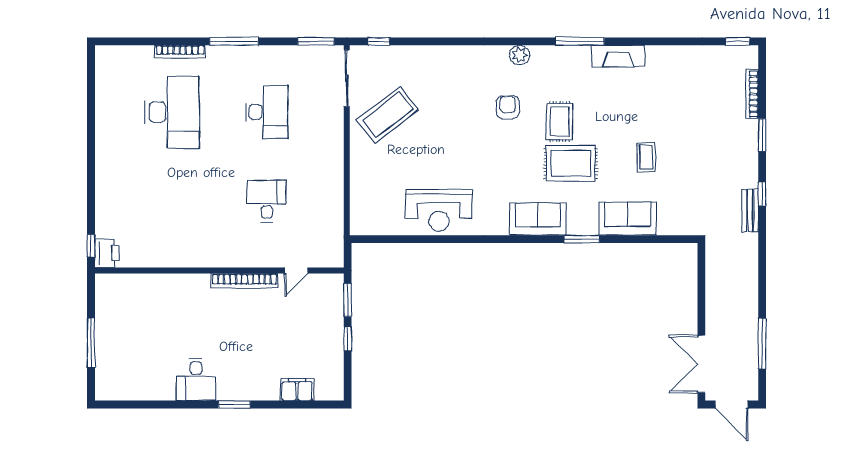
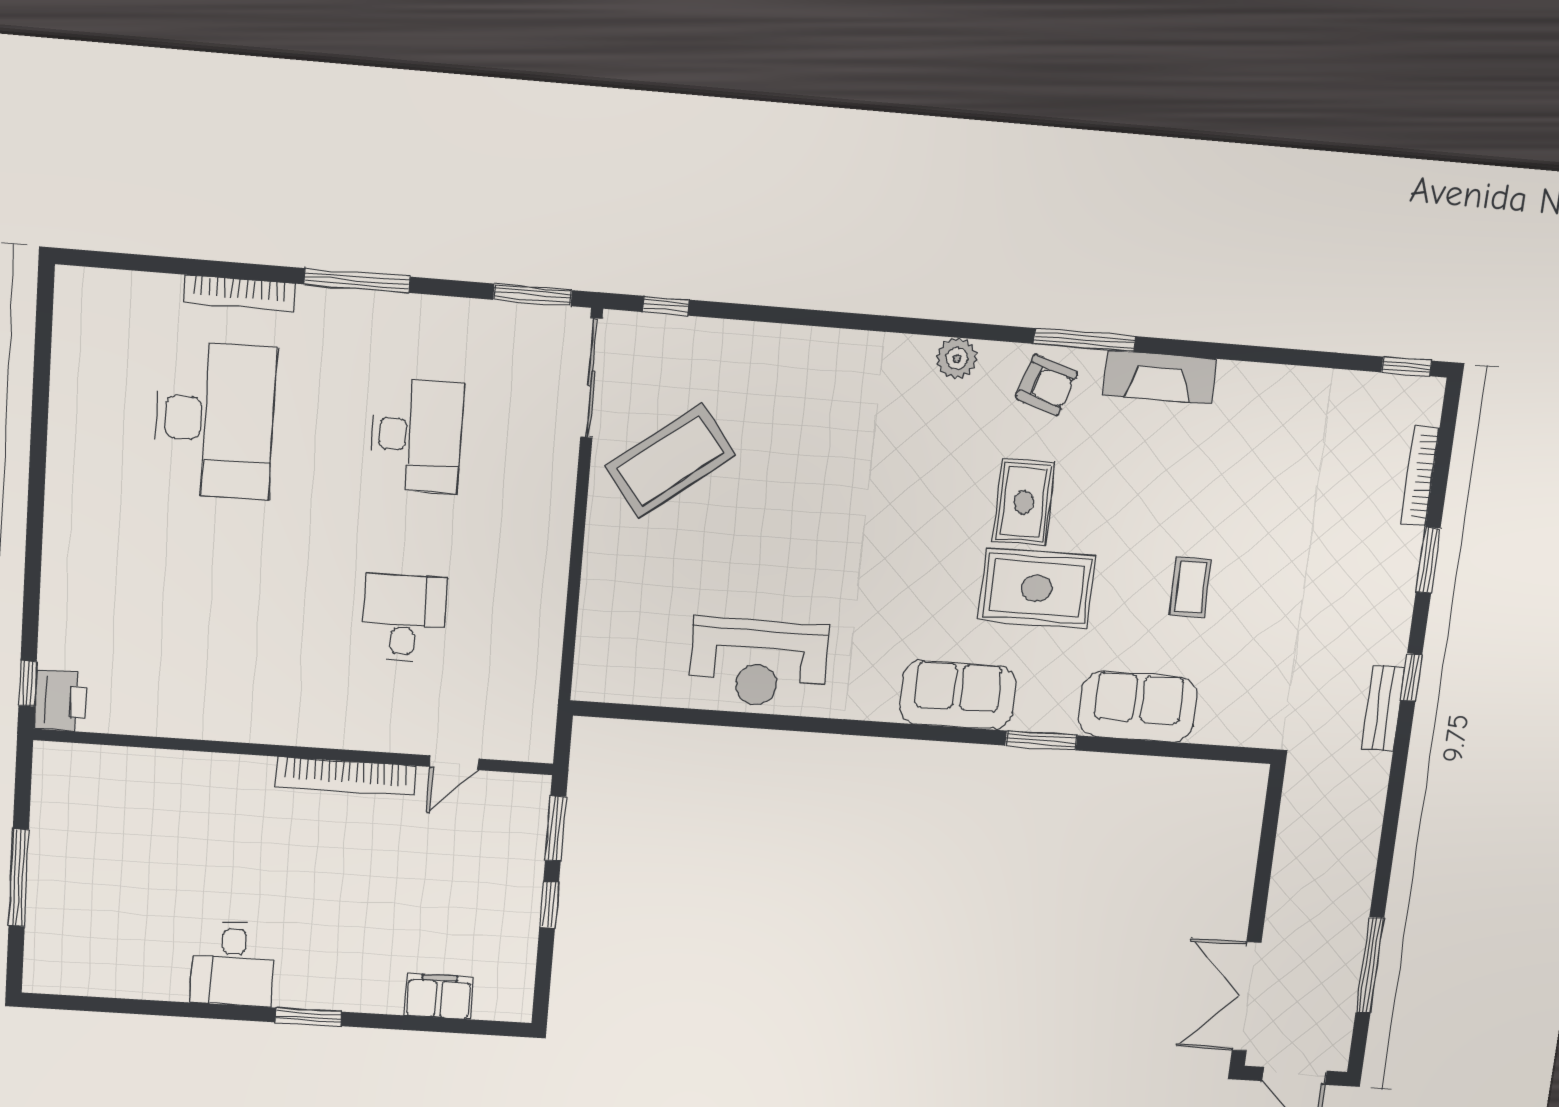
armchair: (508, 107) -> (1046, 385), moved, turned 108

